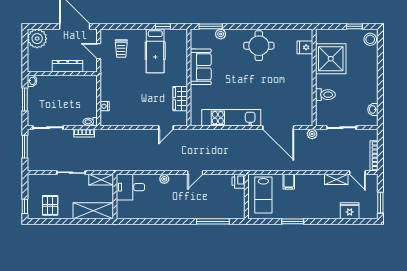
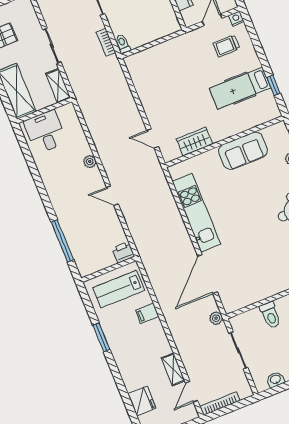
nightstand: (105, 106) -> (236, 19), moved
desk: (130, 187) -> (45, 132), moved

